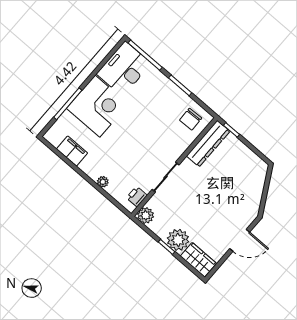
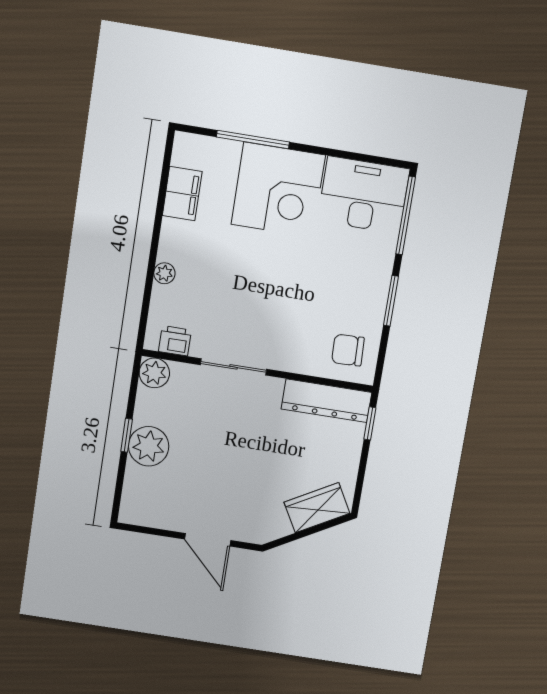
wardrobe: (198, 260) -> (317, 508), moved, turned -119

